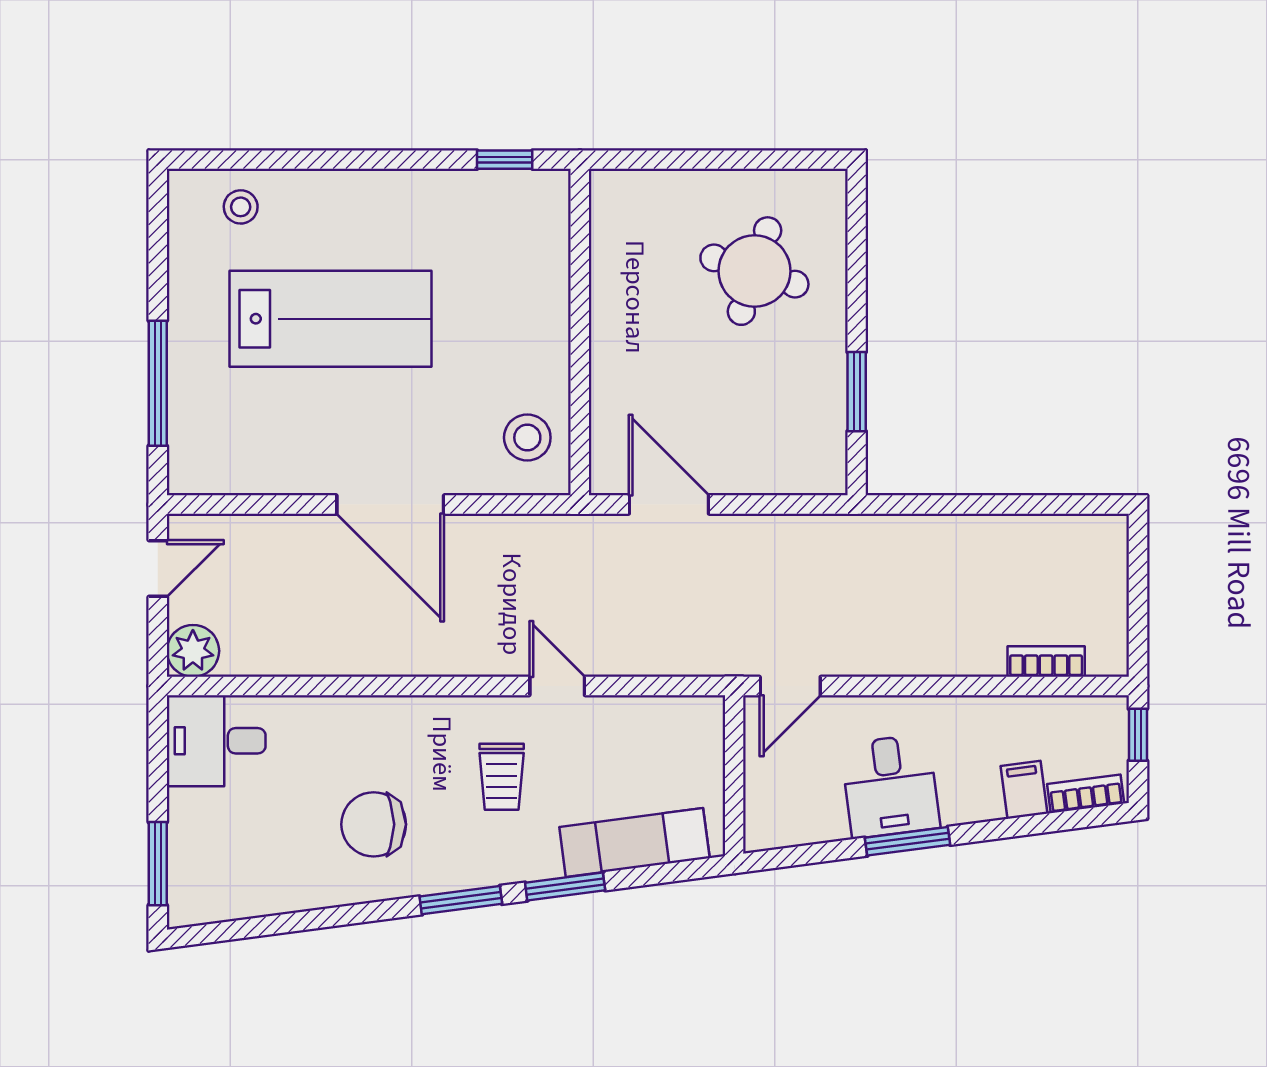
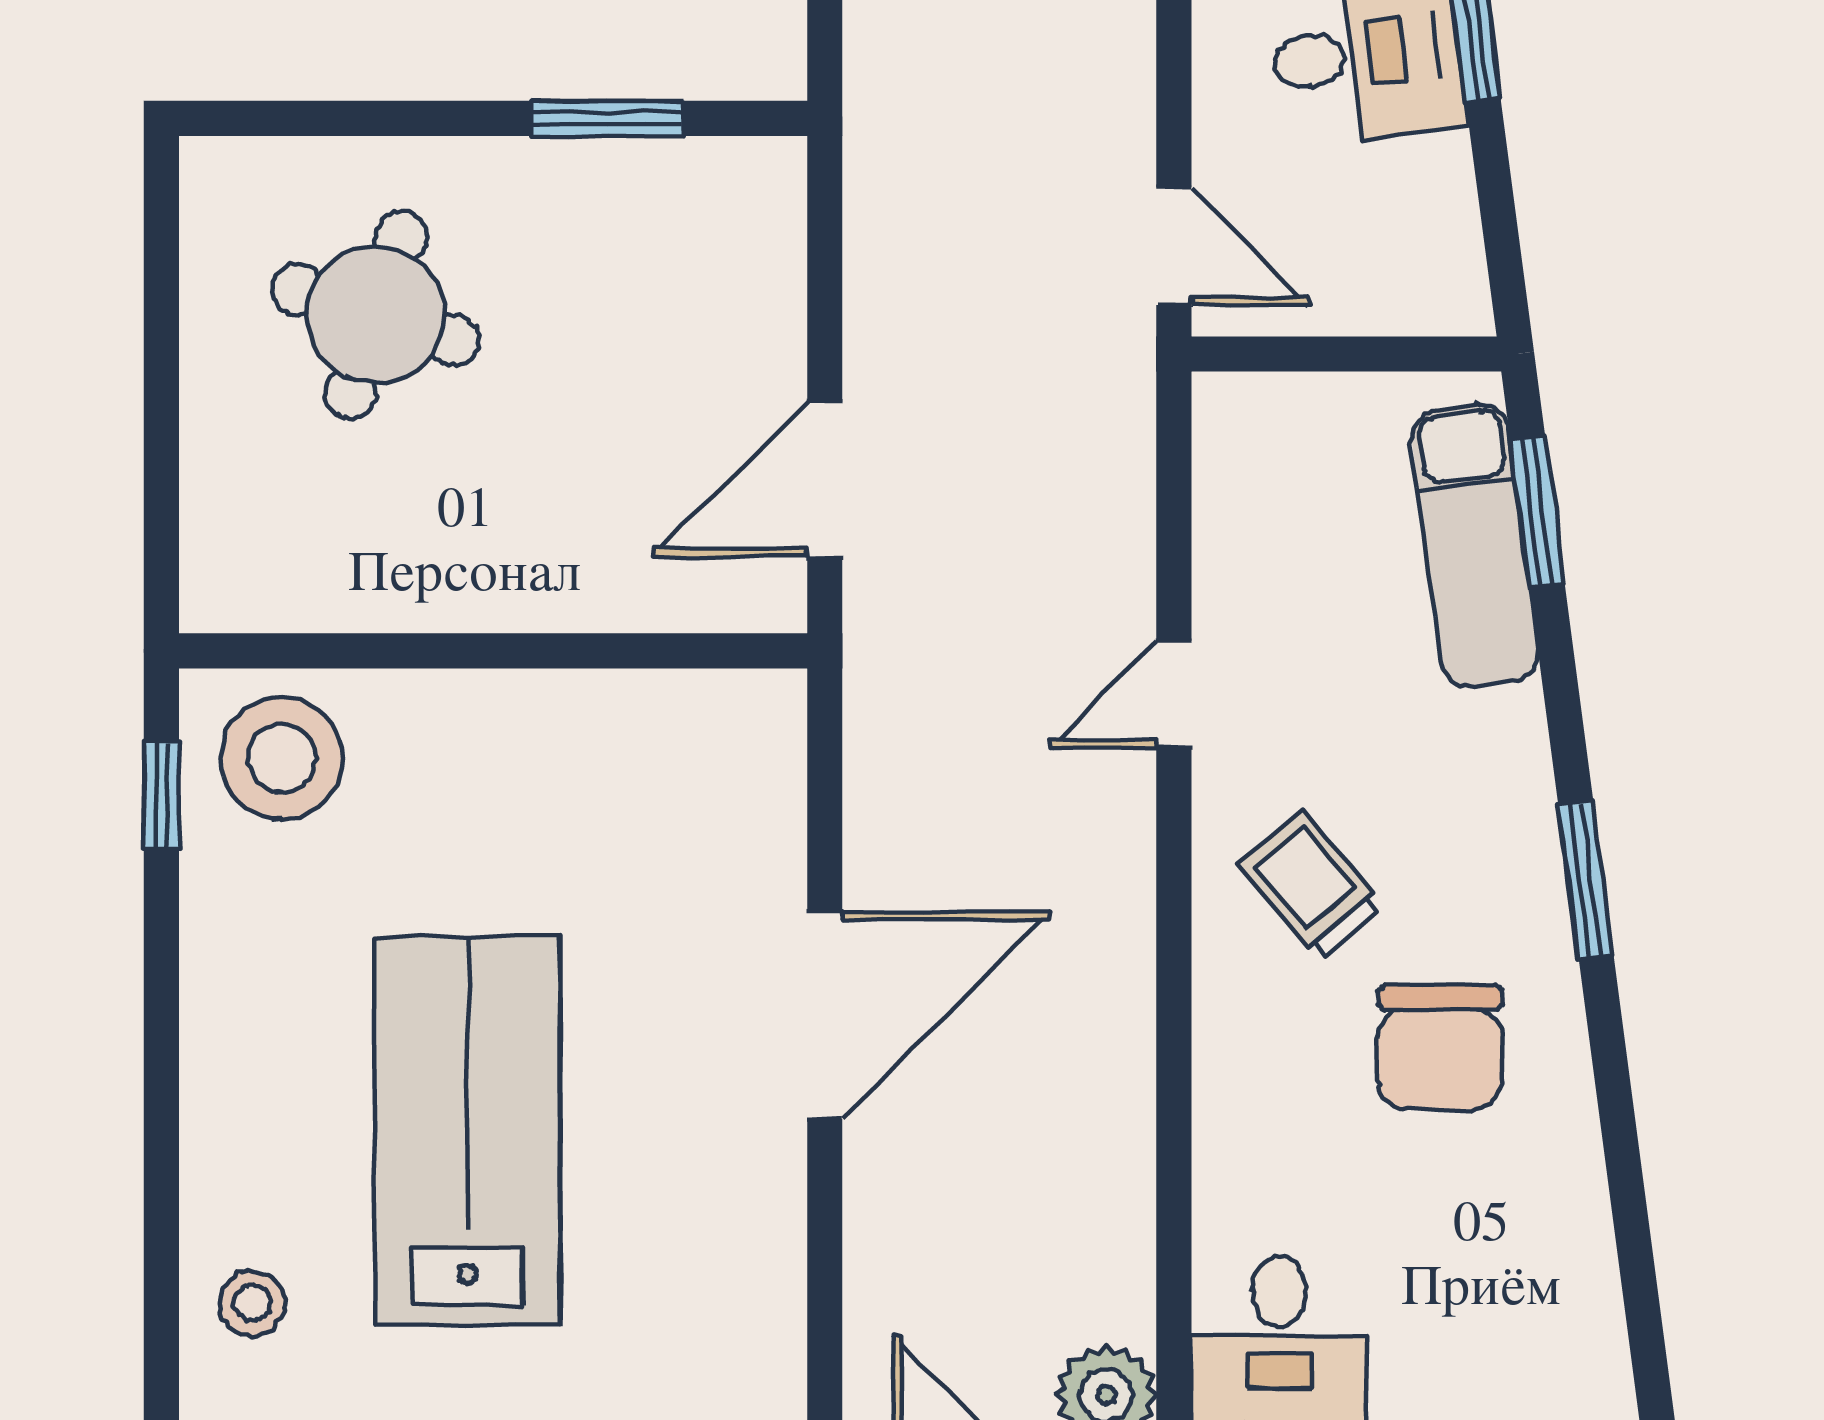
stool: (527, 438) -> (282, 758), moved, width x1.38, depth x1.38
trolley: (502, 777) -> (1311, 885), moved, turned -130
window: (565, 886) -> (1537, 512), moved

